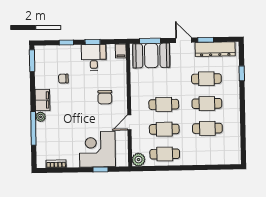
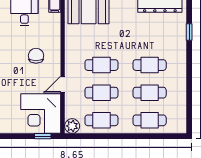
cafe table: (206, 79) -> (150, 120), moved
chair: (105, 97) -> (36, 56), turned 180
corner desk: (97, 149) -> (41, 114), moved, turned -90
window: (100, 169) -> (43, 136), moved

